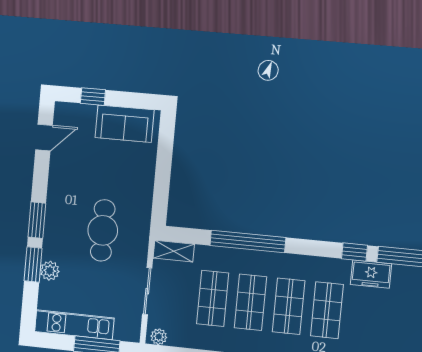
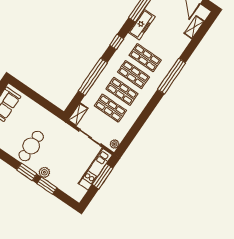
cafe table: (103, 230) -> (31, 146), moved, turned 90
window: (355, 252) -> (117, 42), moved
plant: (50, 271) -> (44, 172), moved
freezer: (371, 274) -> (142, 25), width x1.40
kitchen unit: (74, 325) -> (95, 169), moved

